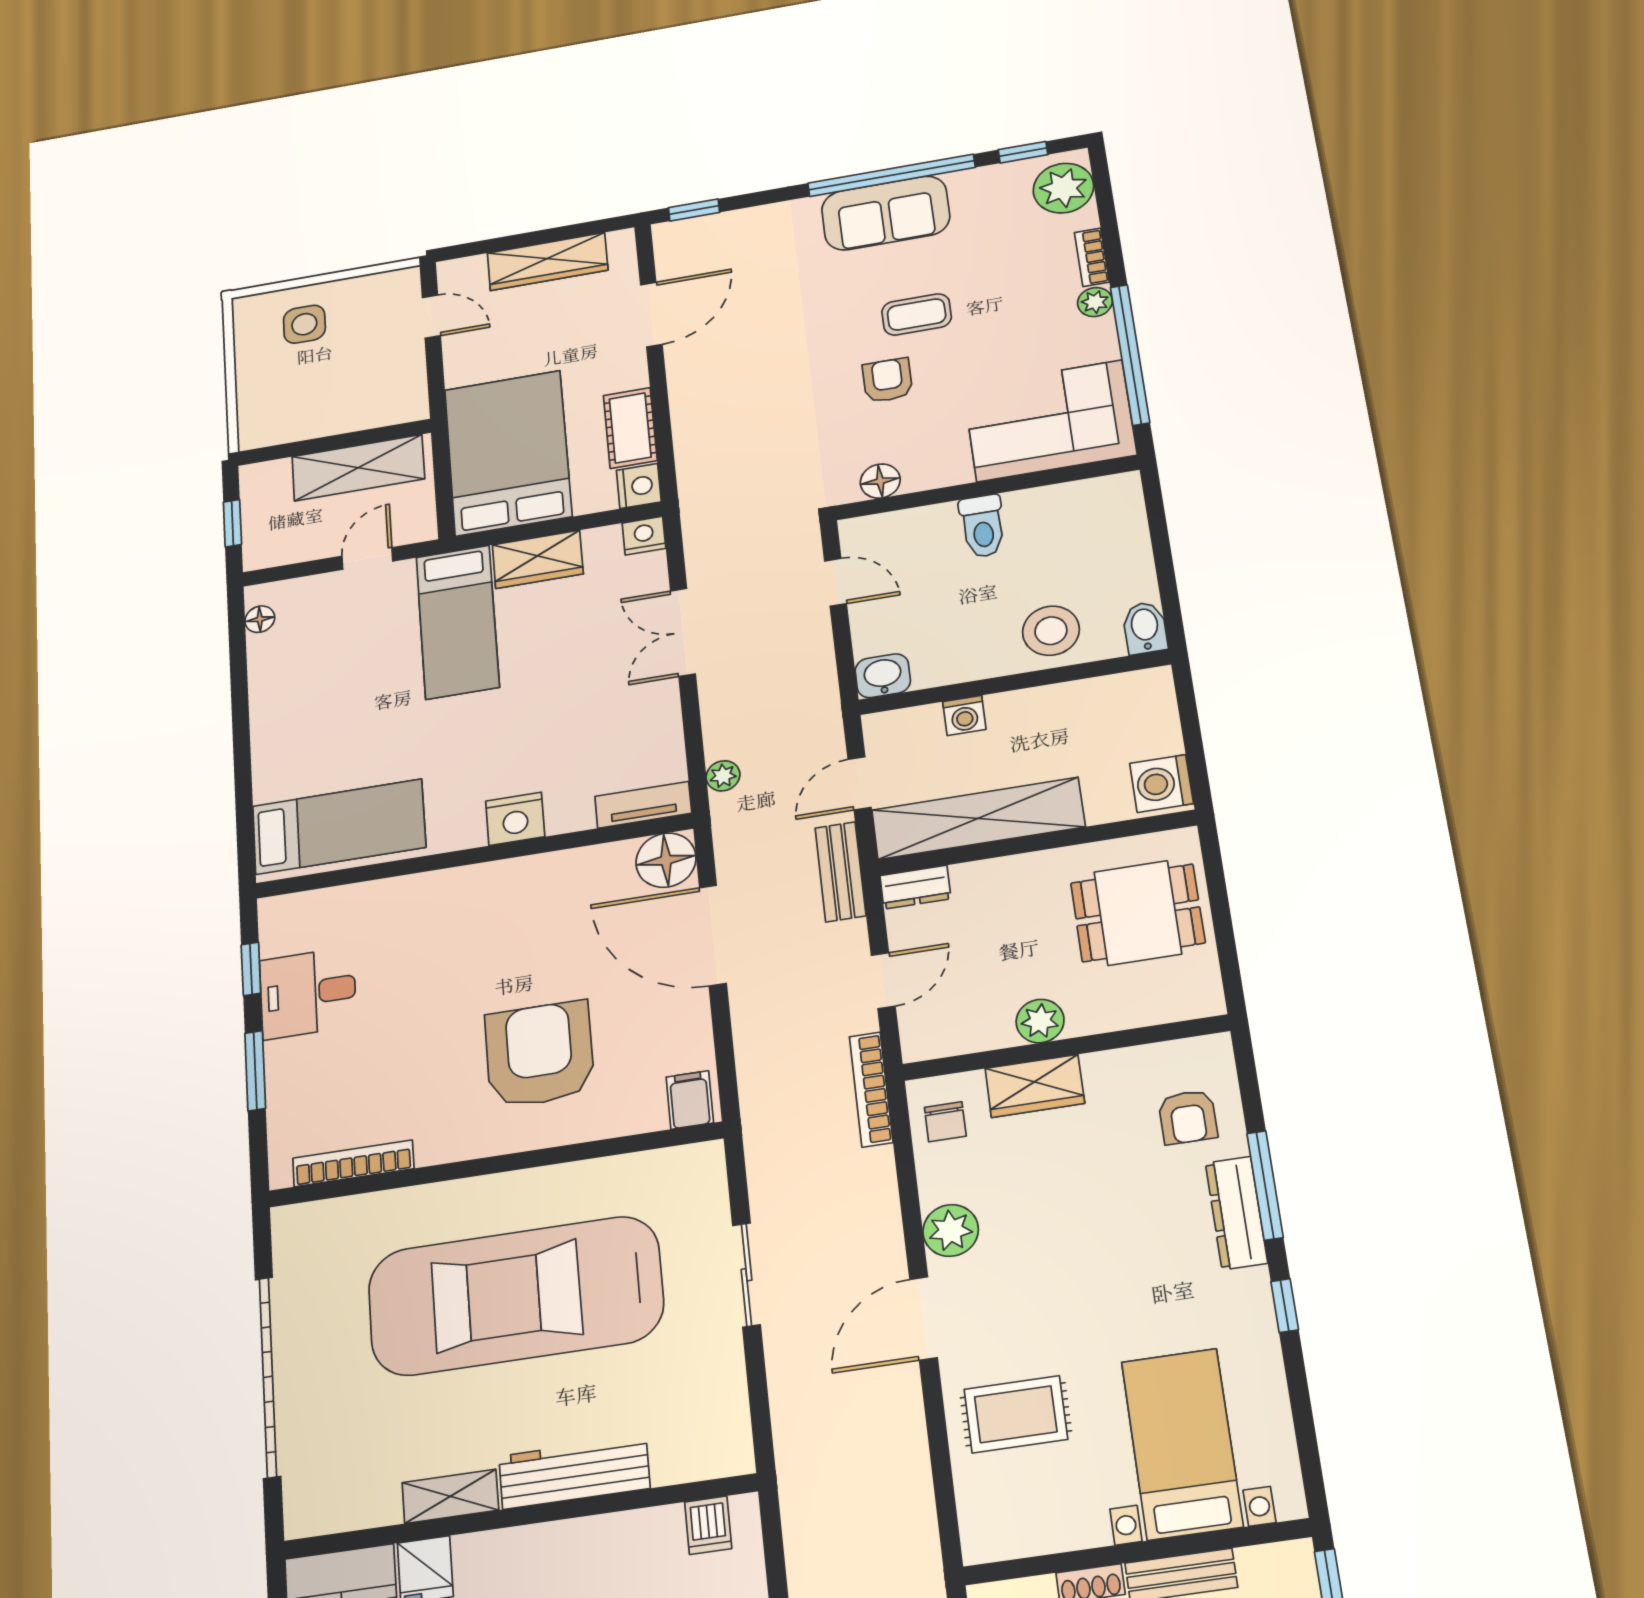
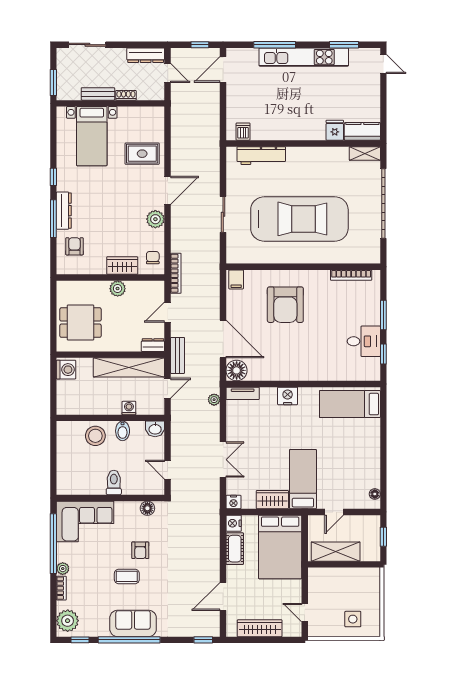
bidet: (1145, 628) -> (123, 431), moved
workbench: (574, 1472) -> (261, 156), moved
shelving: (450, 1496) -> (365, 153), moved

